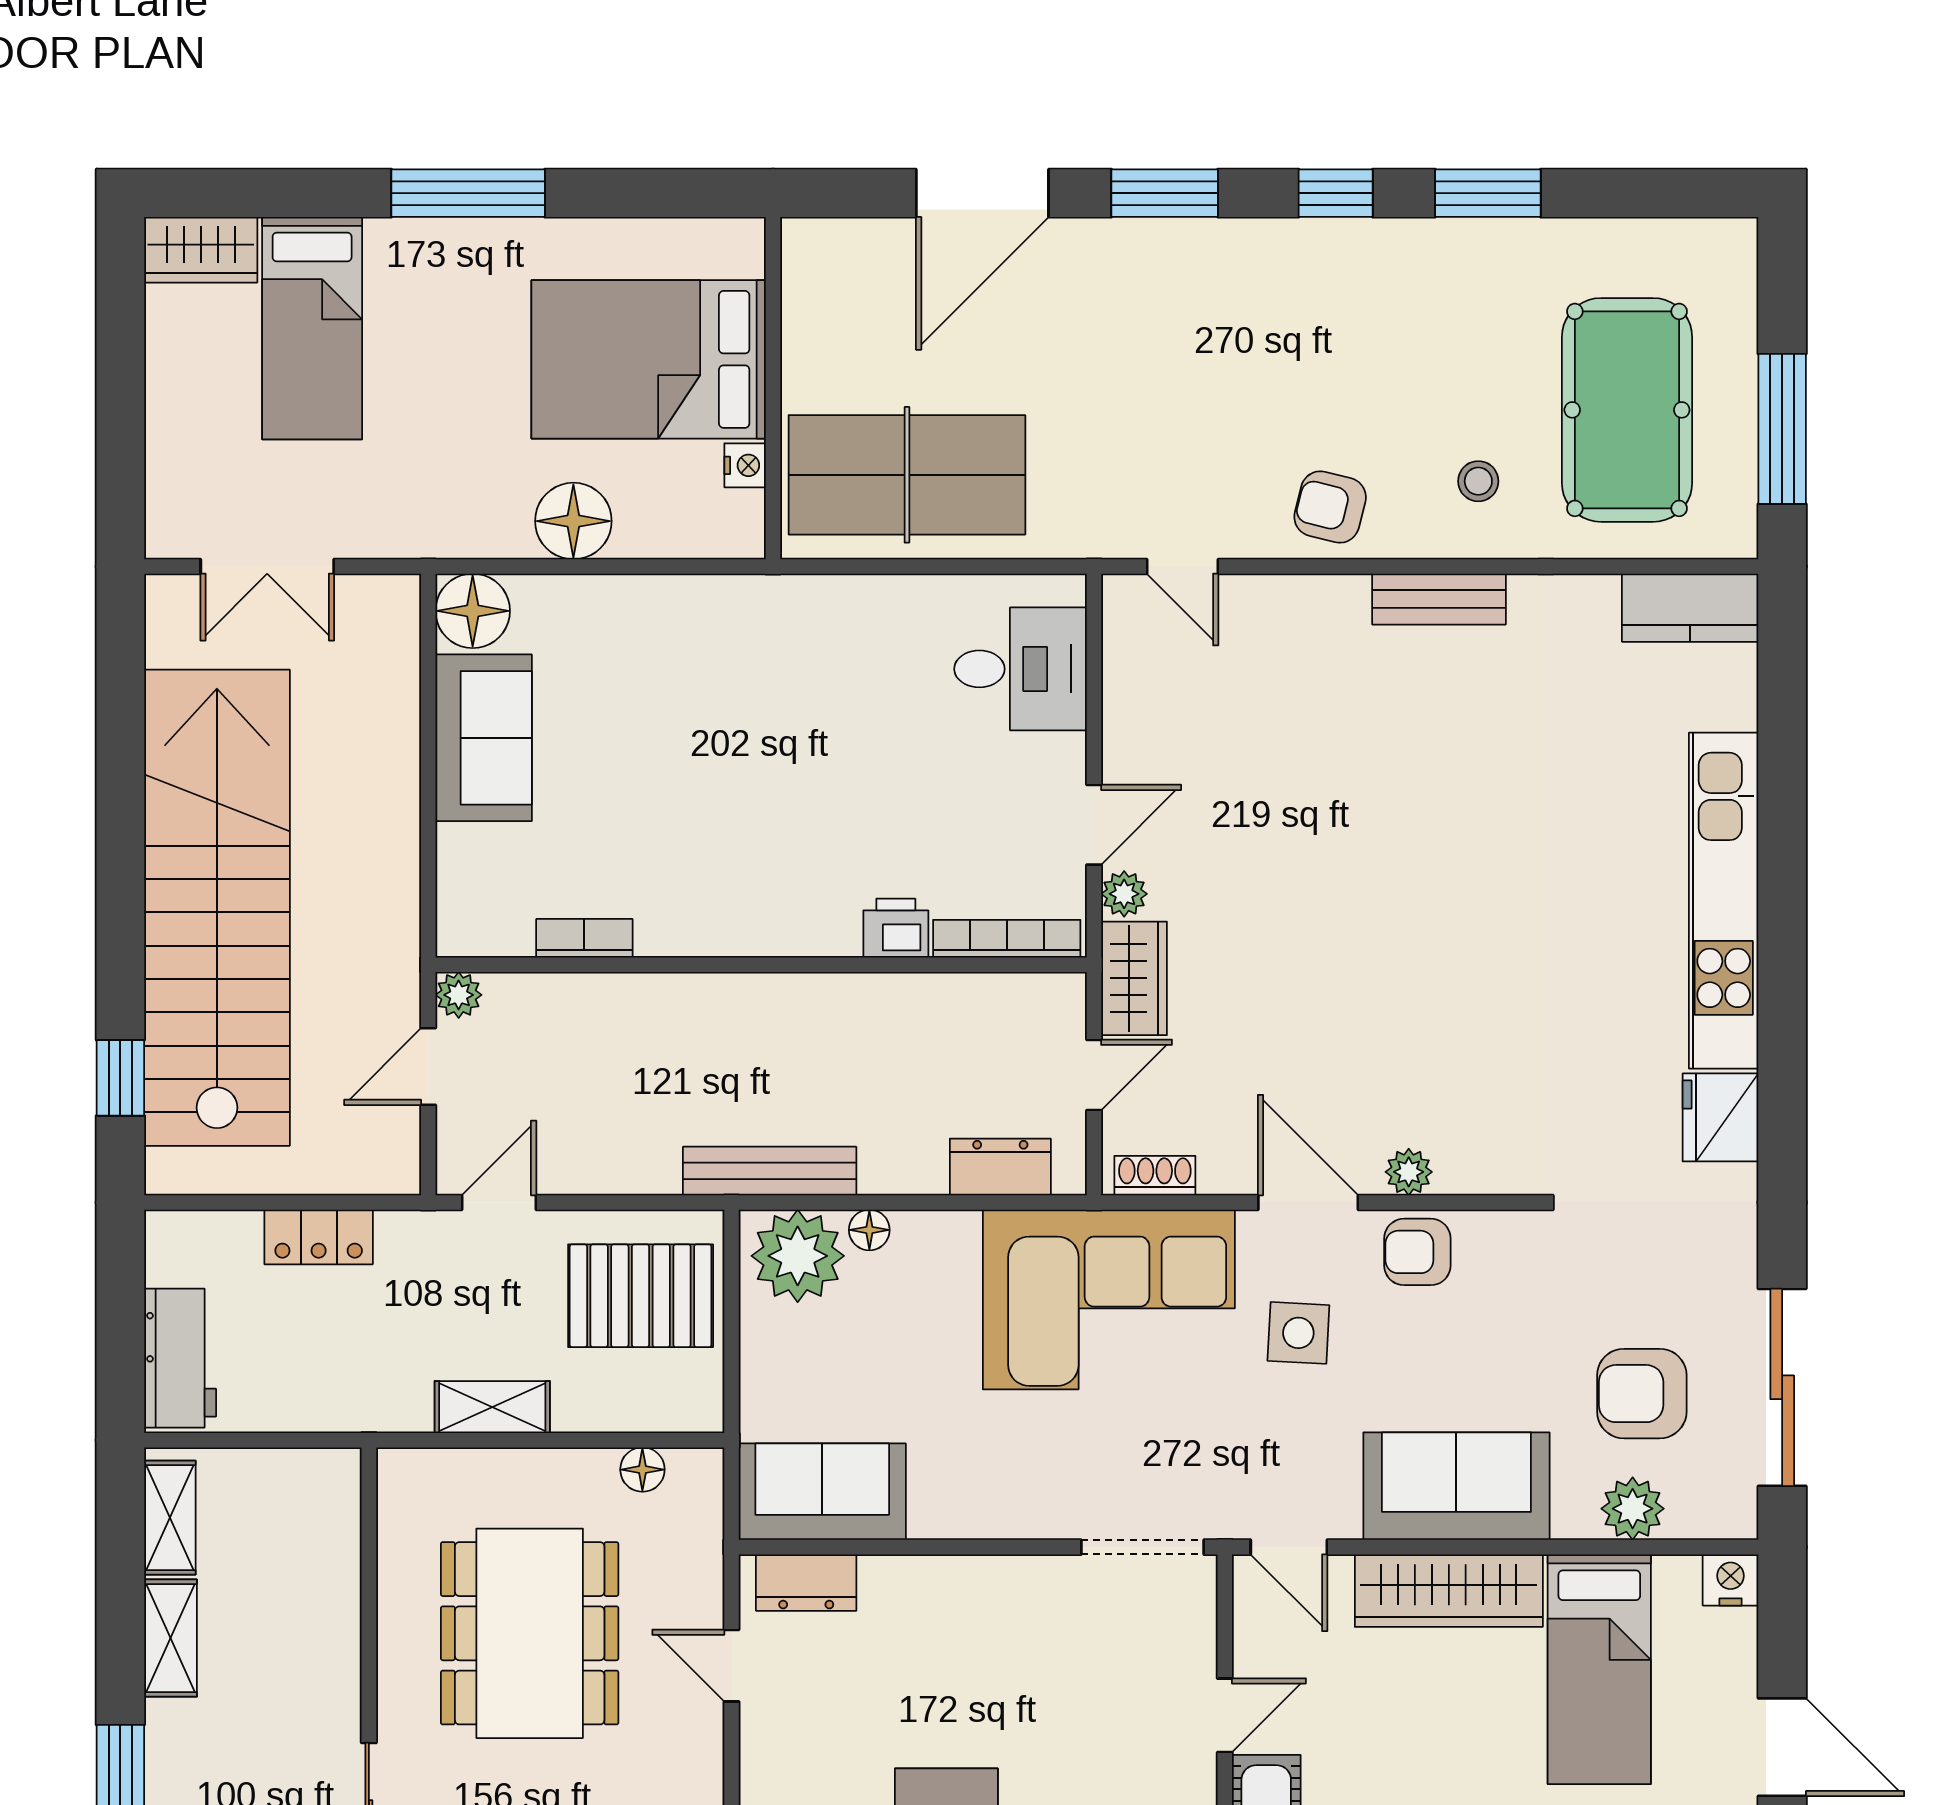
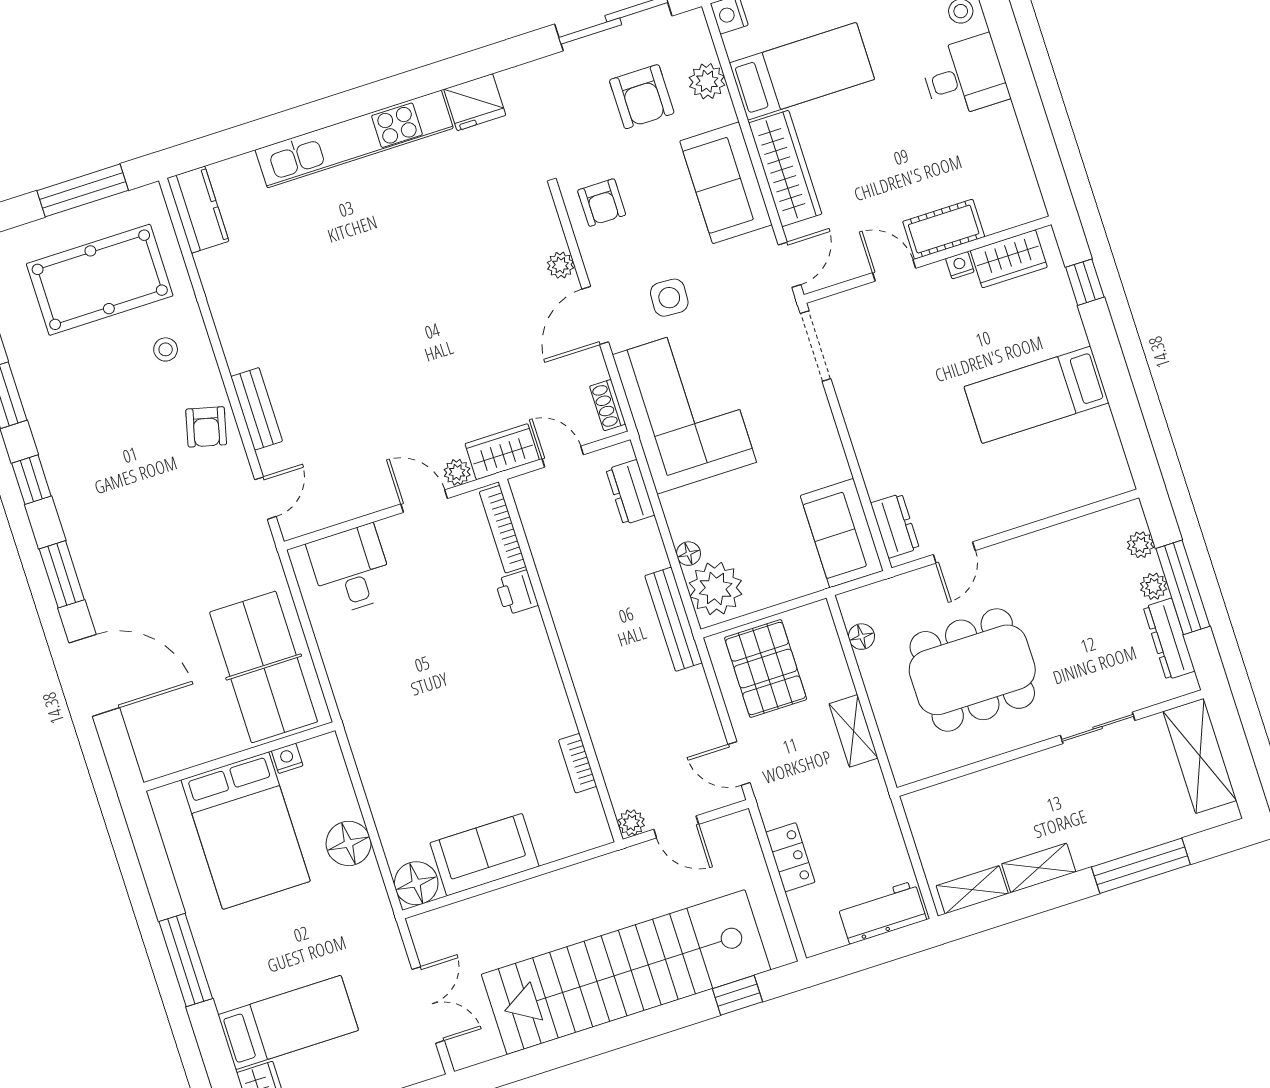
bench: (1439, 599) -> (257, 409), moved
armchair: (1417, 1252) -> (602, 203), moved

